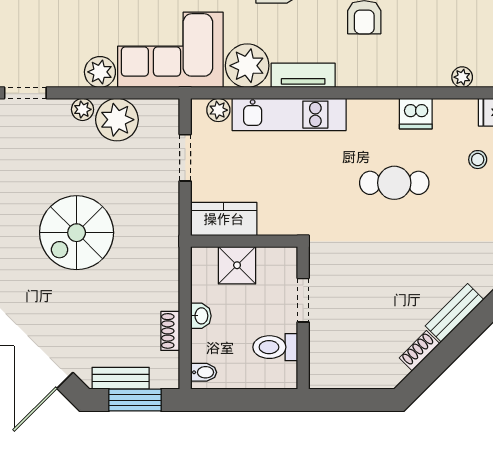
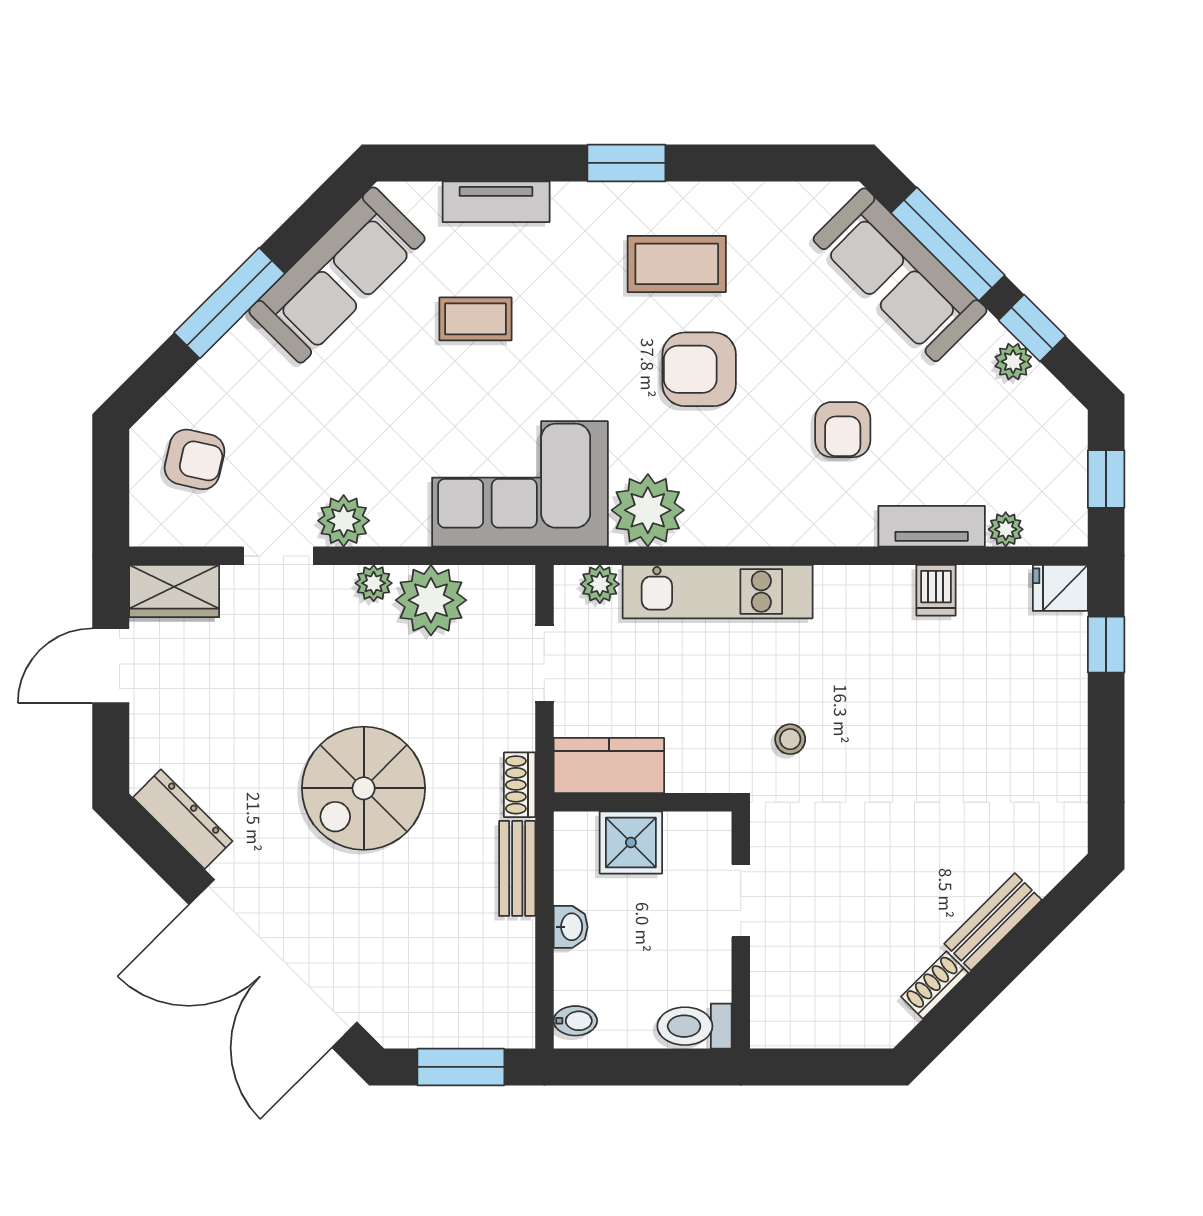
plant: (100, 72) -> (344, 521), moved
tv unit: (303, 75) -> (932, 526), moved
dishwasher: (416, 114) -> (936, 590), width x0.73
stool: (478, 160) -> (790, 739), moved
cafe table: (394, 183) -> (893, 705), removed
shoe rack: (170, 331) -> (520, 785), moved
toilet: (275, 347) -> (695, 1026), moved
bench: (121, 378) -> (517, 868), moved, turned 90

